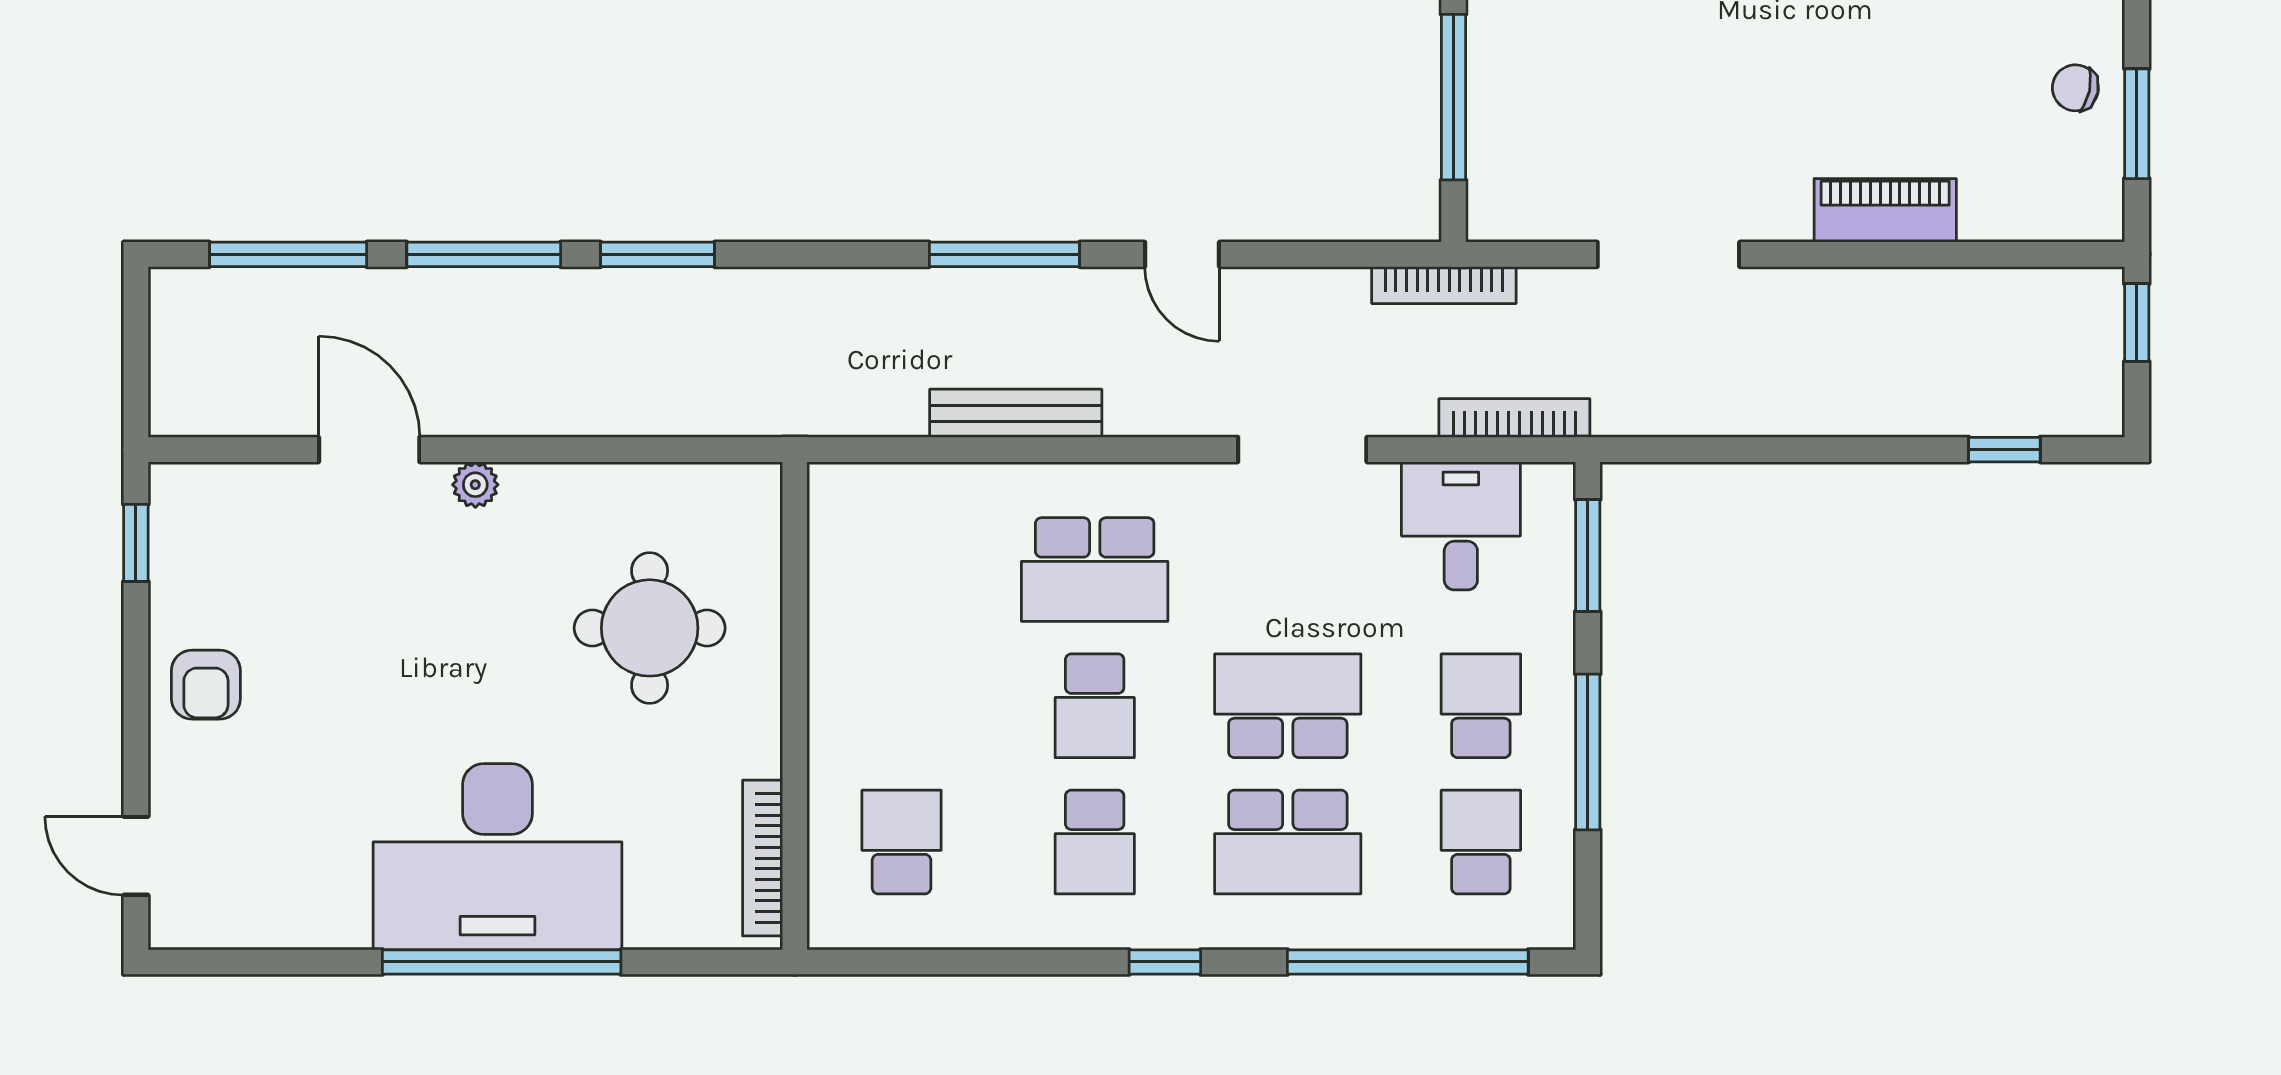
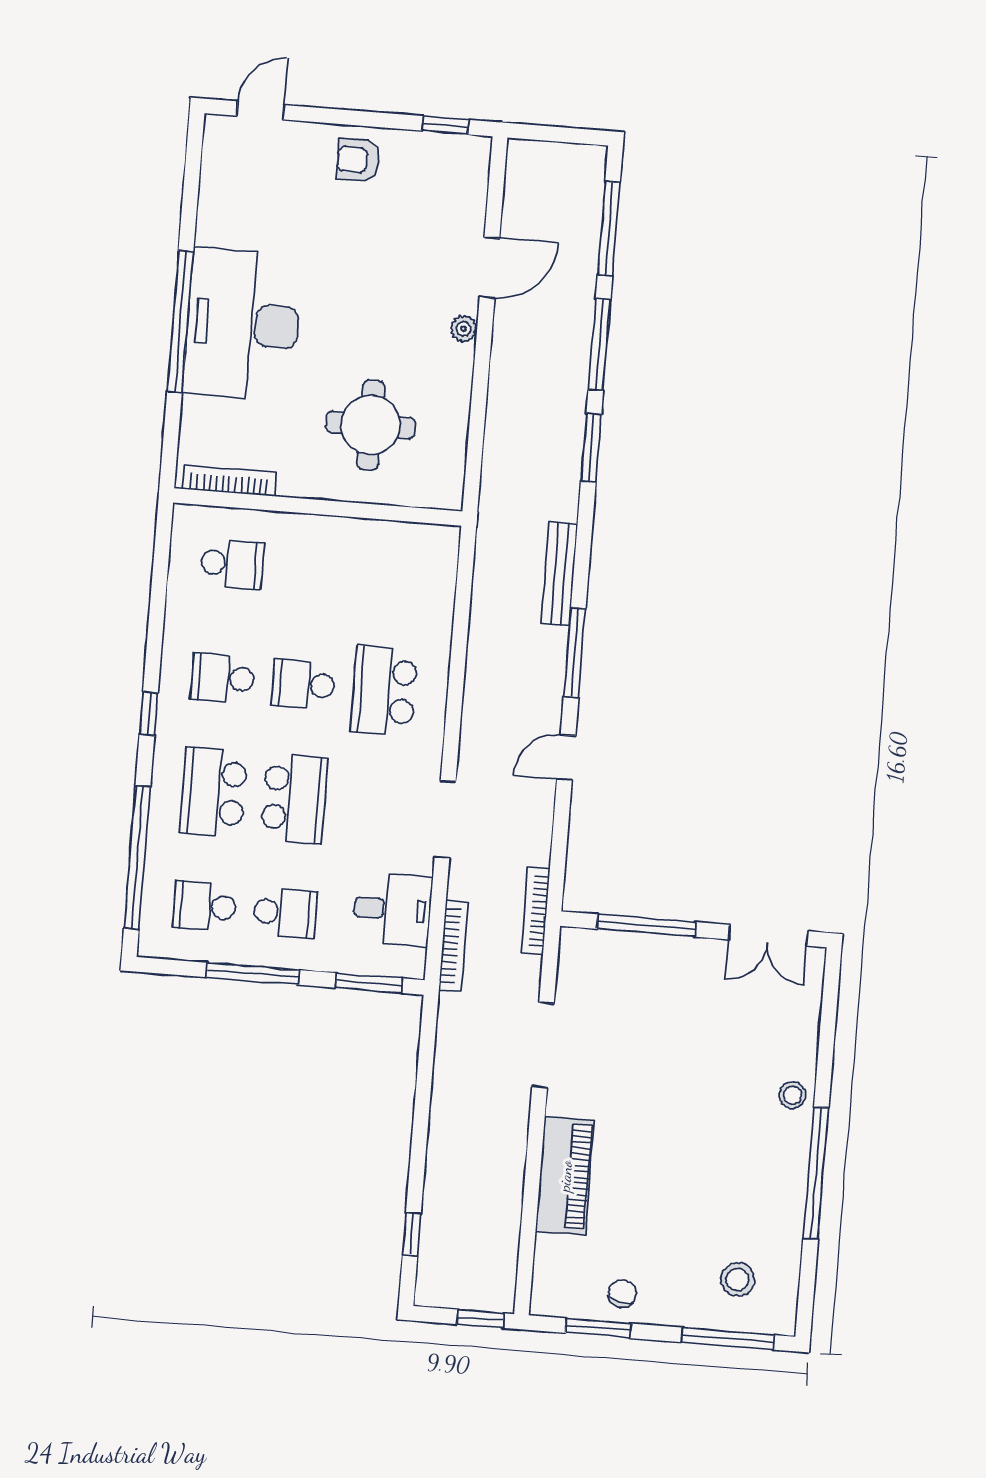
piano: (1885, 210) -> (565, 1176), width x1.37, depth x1.33
bench: (1016, 413) -> (559, 574), moved
school desk: (1481, 842) -> (205, 906), turned 180

